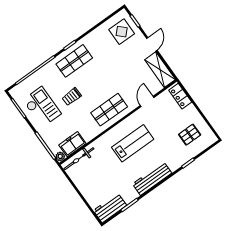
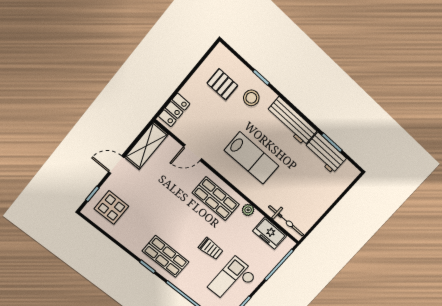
lab bench: (133, 143) -> (252, 158), turned 180
stool: (175, 153) -> (251, 98), added
plant: (60, 156) -> (248, 210), moved
workbench: (110, 208) -> (325, 153), moved

